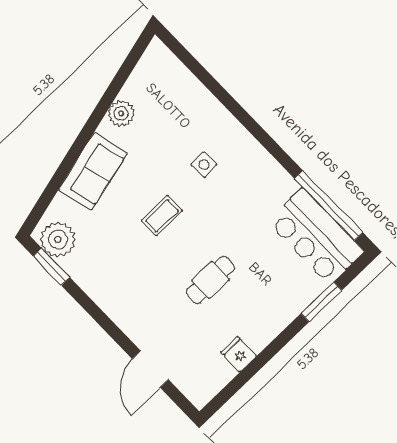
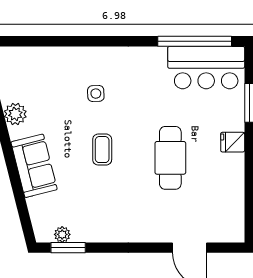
plant: (58, 239) -> (62, 234), width x0.53, depth x0.53
cafe table: (210, 280) -> (170, 158), width x1.37, depth x1.35
fridge: (239, 354) -> (233, 142), moved

